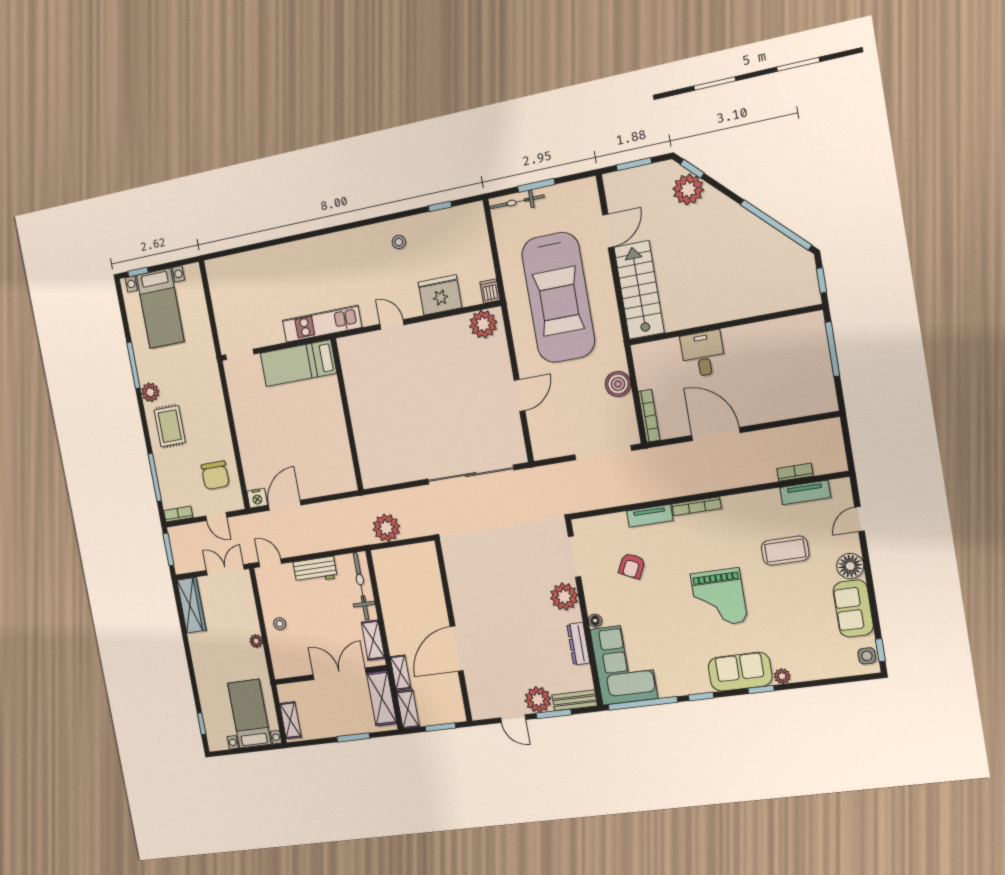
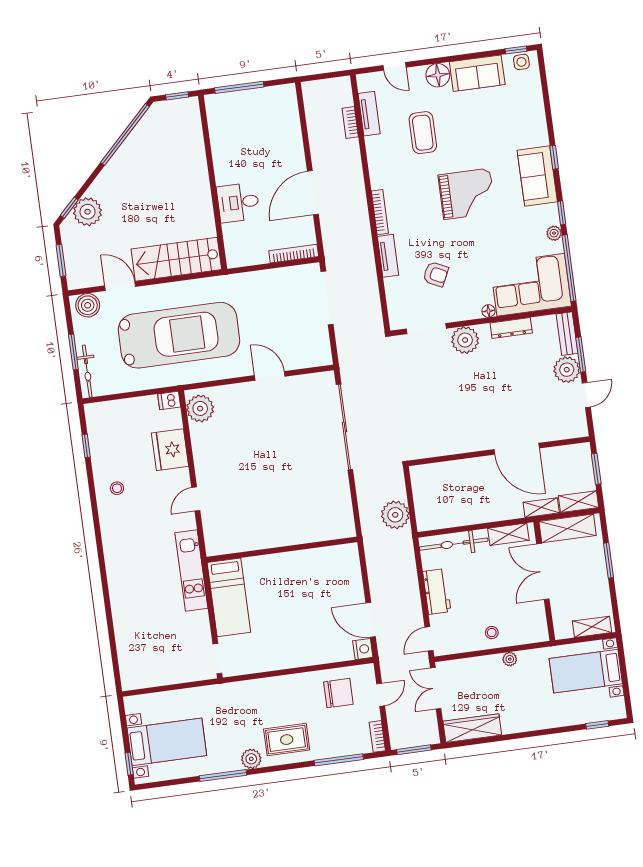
boiler: (618, 384) -> (88, 305), moved
plant: (782, 676) -> (554, 233), moved

